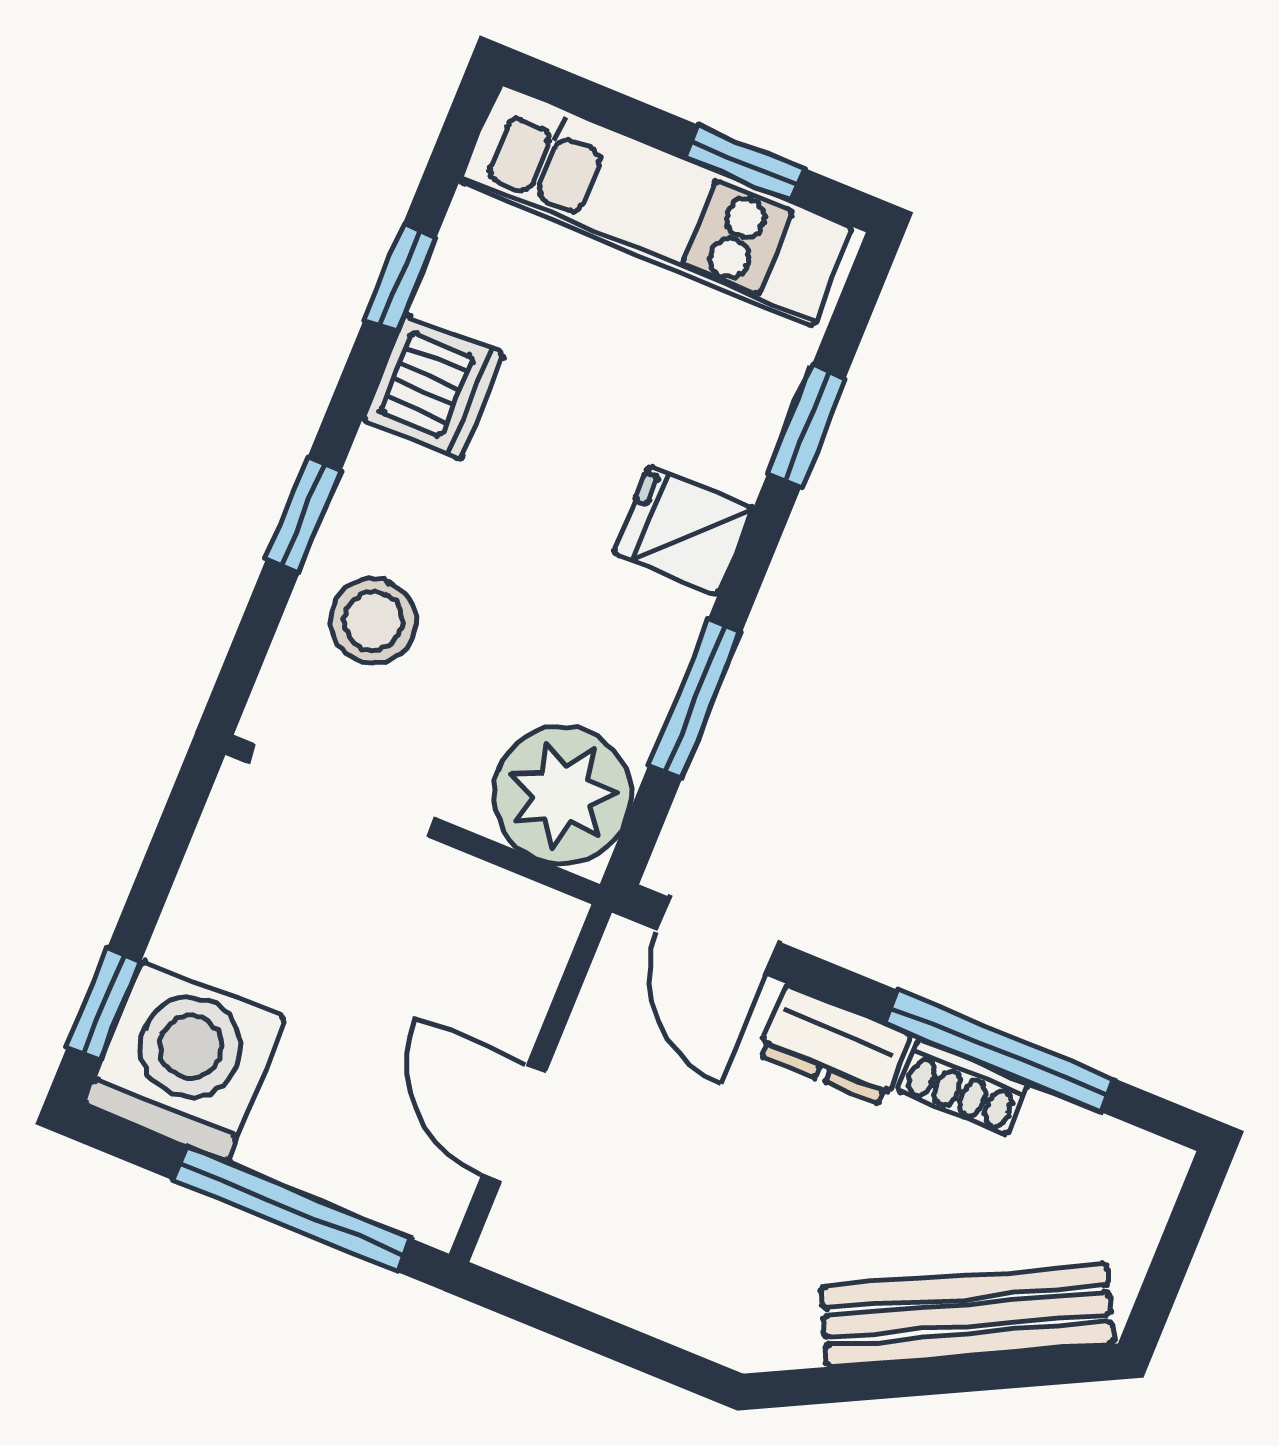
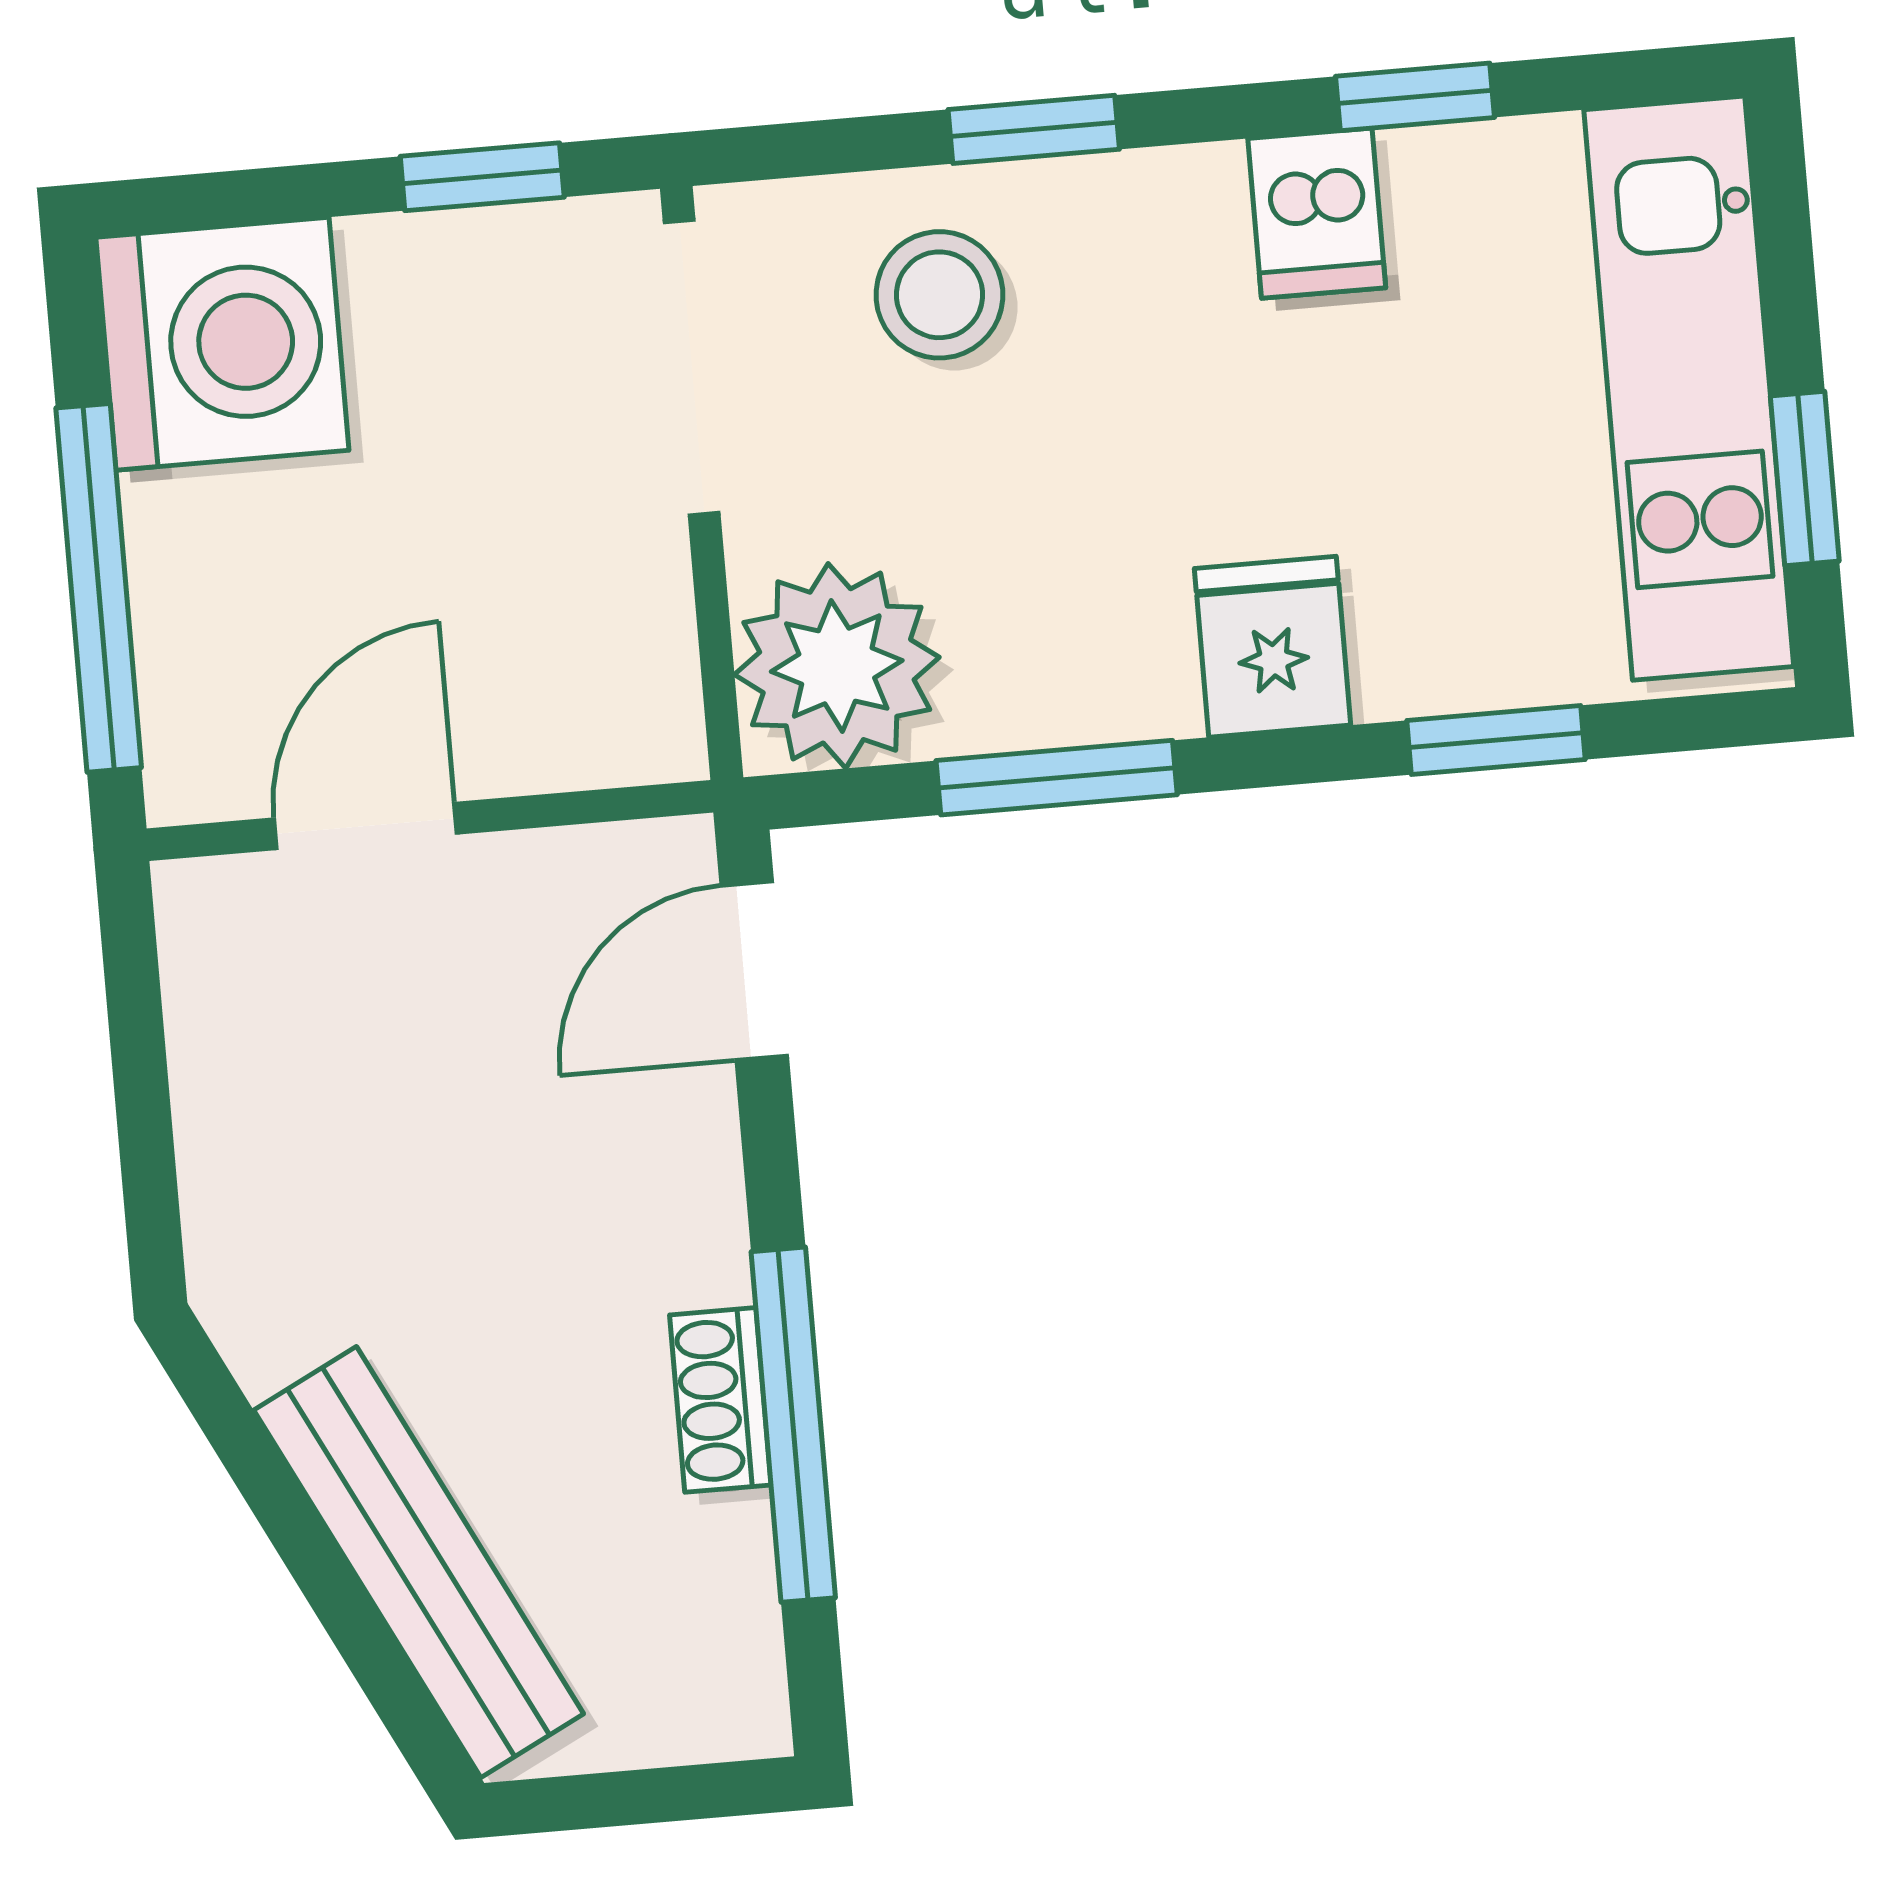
dishwasher: (433, 387) -> (1317, 213), width x0.73
window: (104, 1004) -> (482, 177), moved
dresser: (834, 1045) -> (689, 1200), removed

